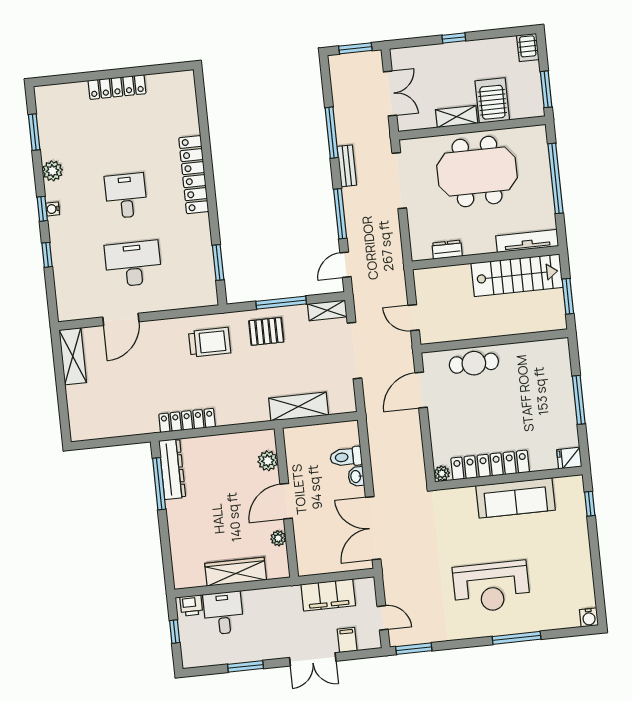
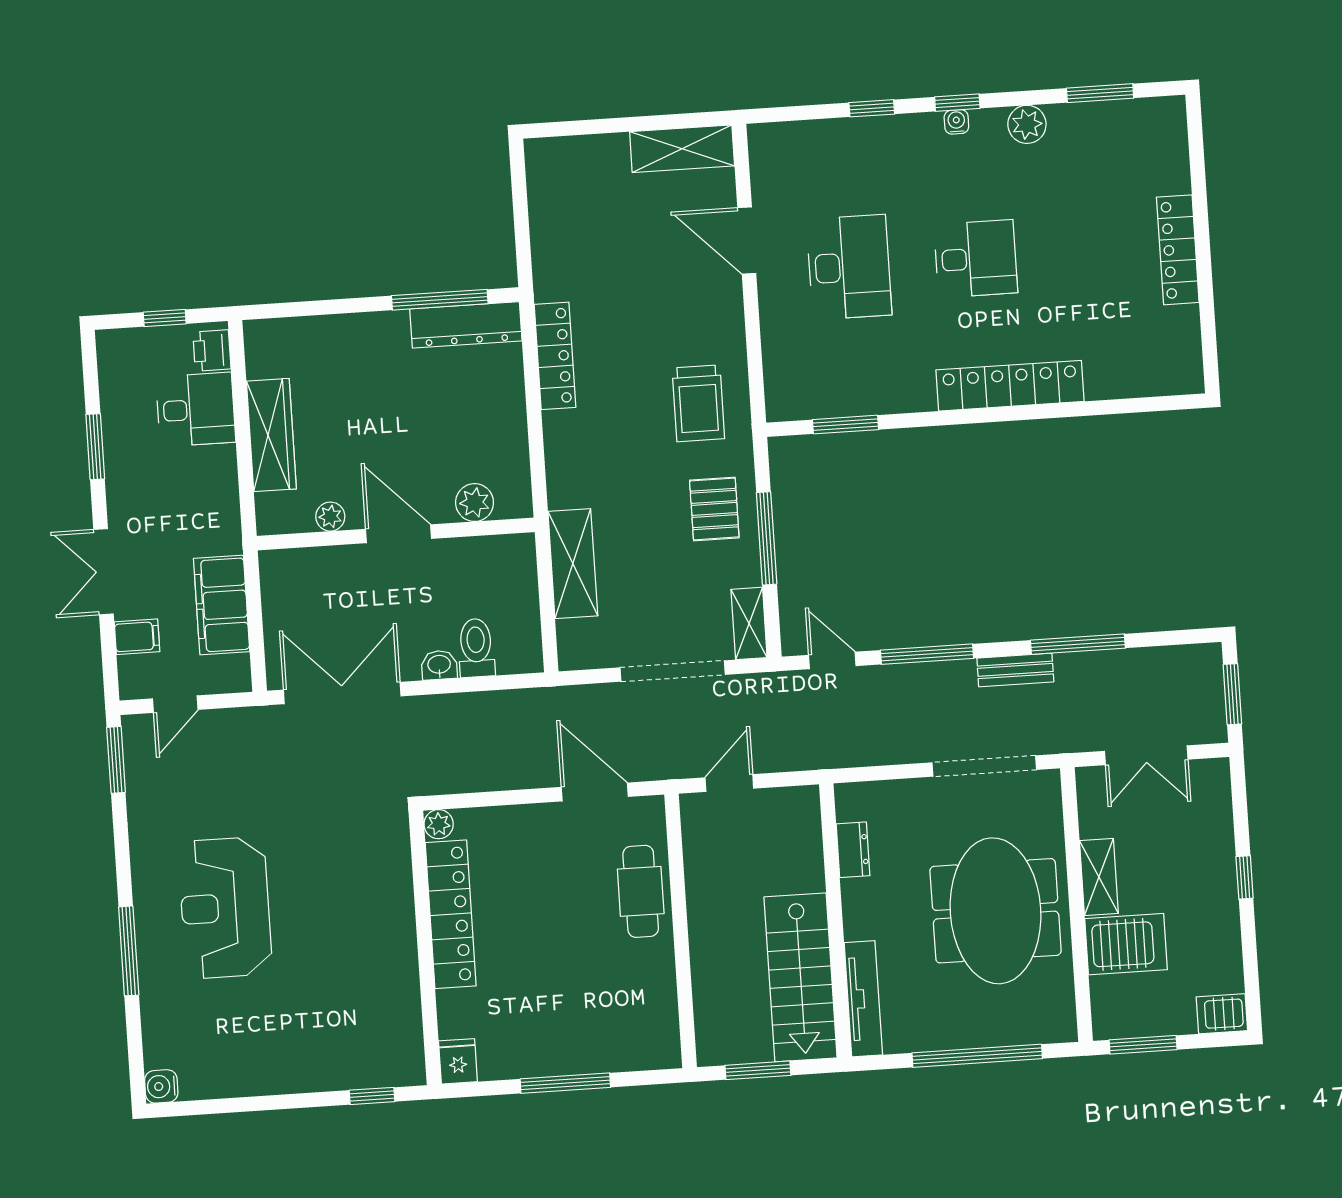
sofa: (515, 498) -> (388, 959), removed

